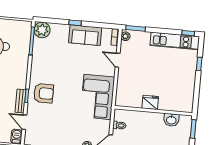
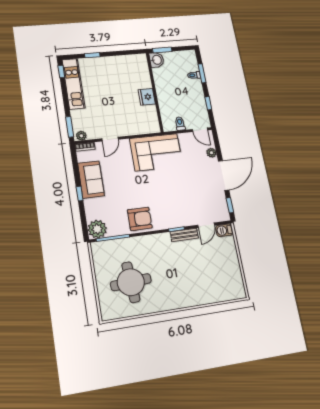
armchair: (44, 93) -> (140, 219), moved, turned 90
washbasin: (171, 120) -> (157, 60), moved

